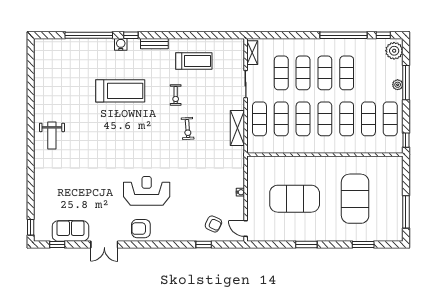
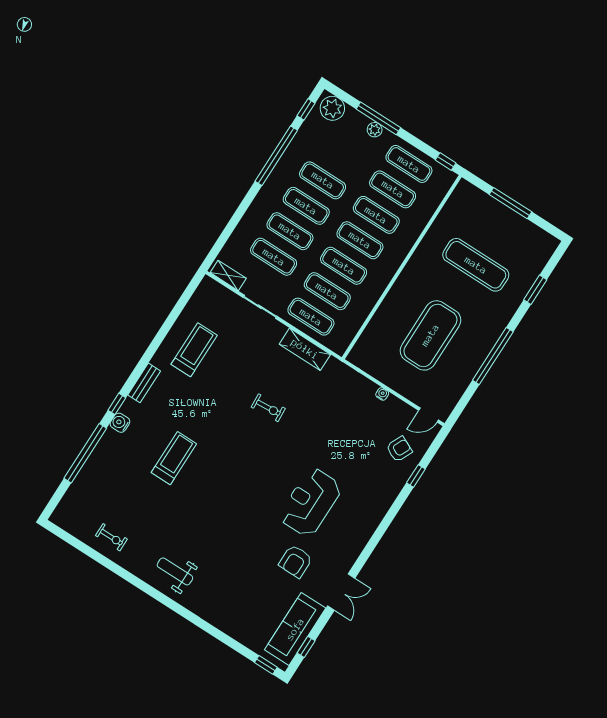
treadmill: (120, 91) -> (174, 458), width x0.73, depth x0.73
exercise bike: (176, 95) -> (111, 537), moved
weight bench: (52, 136) -> (175, 571), turned 180
exercise mat: (355, 199) -> (476, 265), width x0.68
window: (406, 212) -> (510, 203), moved
armchair: (141, 229) -> (296, 561), moved
sofa: (70, 231) -> (295, 629), width x1.36
window: (306, 245) -> (493, 356), width x2.11

